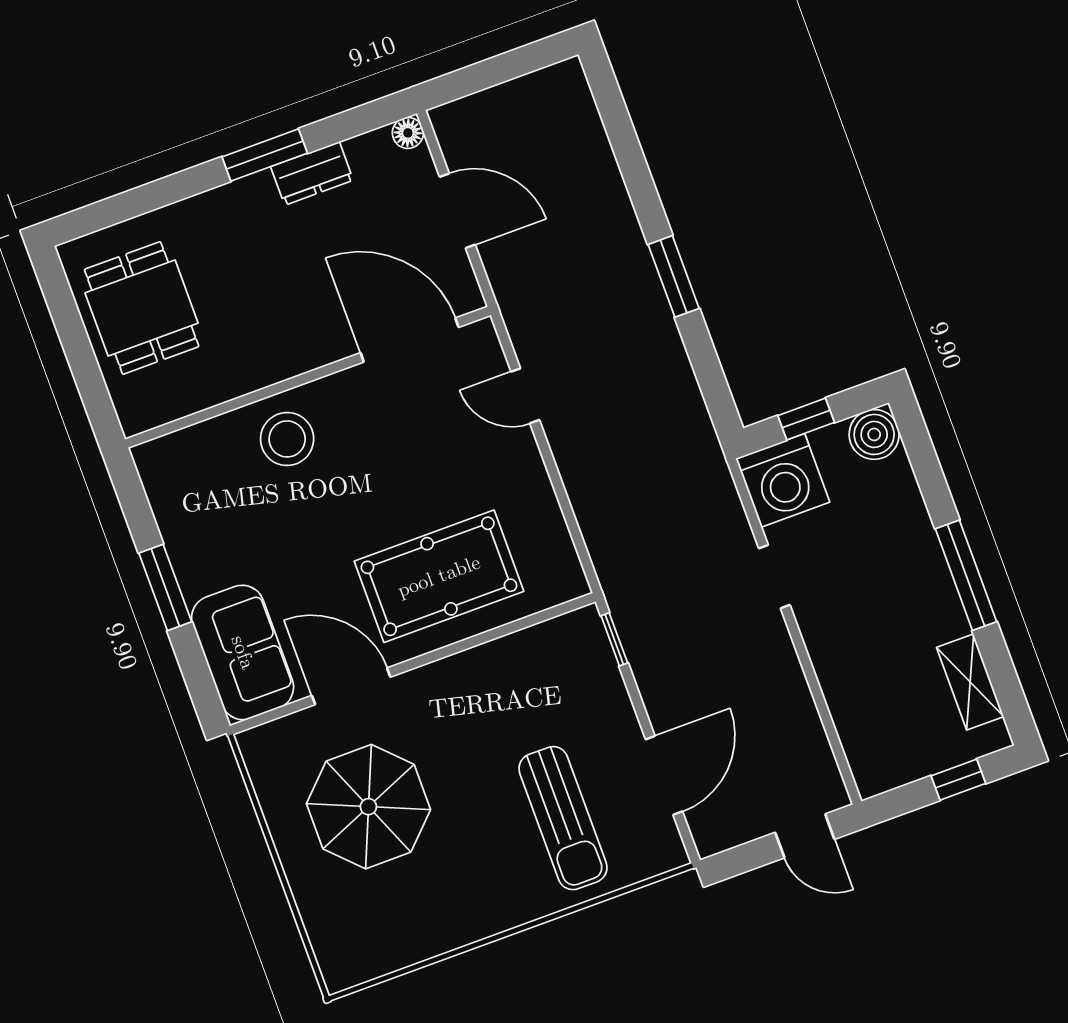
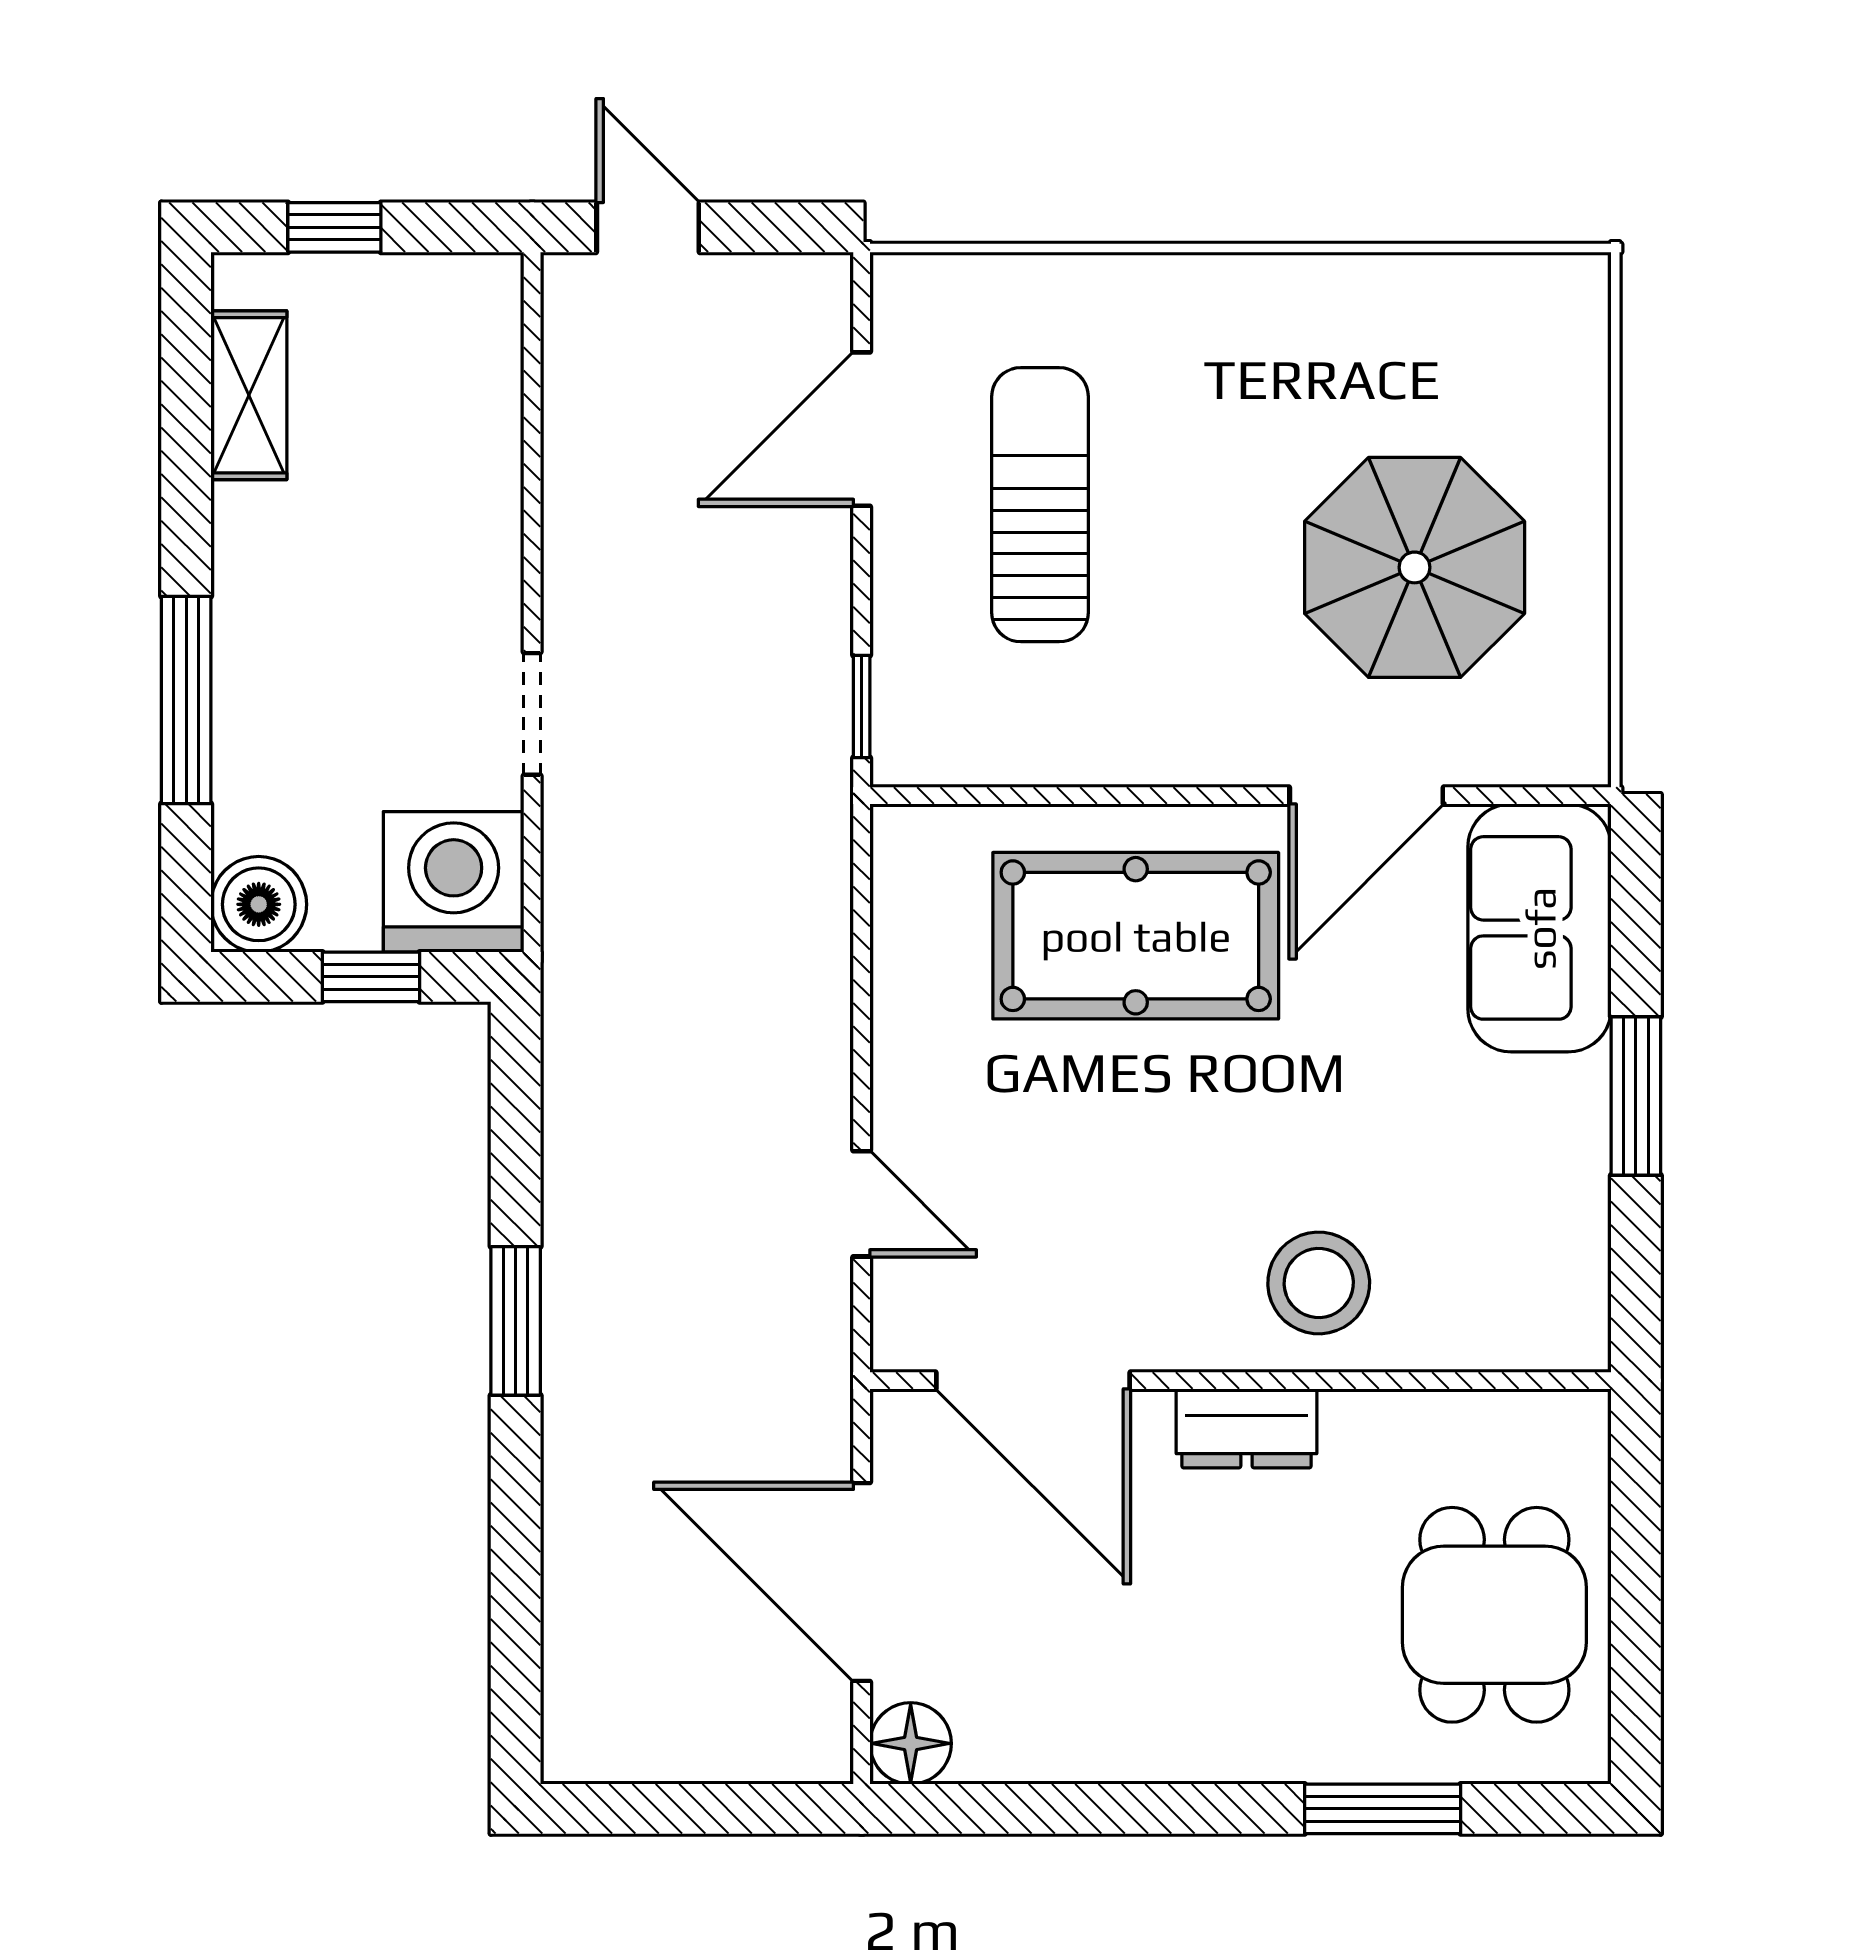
floor lamp: (408, 133) -> (911, 1743), width x1.37, depth x1.37
window: (265, 155) -> (1383, 1809), moved
dresser: (312, 173) -> (1246, 1428), moved, turned 180
door: (457, 211) -> (862, 1582), width x1.36
window: (966, 575) -> (186, 700), moved
door: (351, 686) -> (1366, 796), hinge flipped
sun lounger: (563, 818) -> (1040, 505), moved

